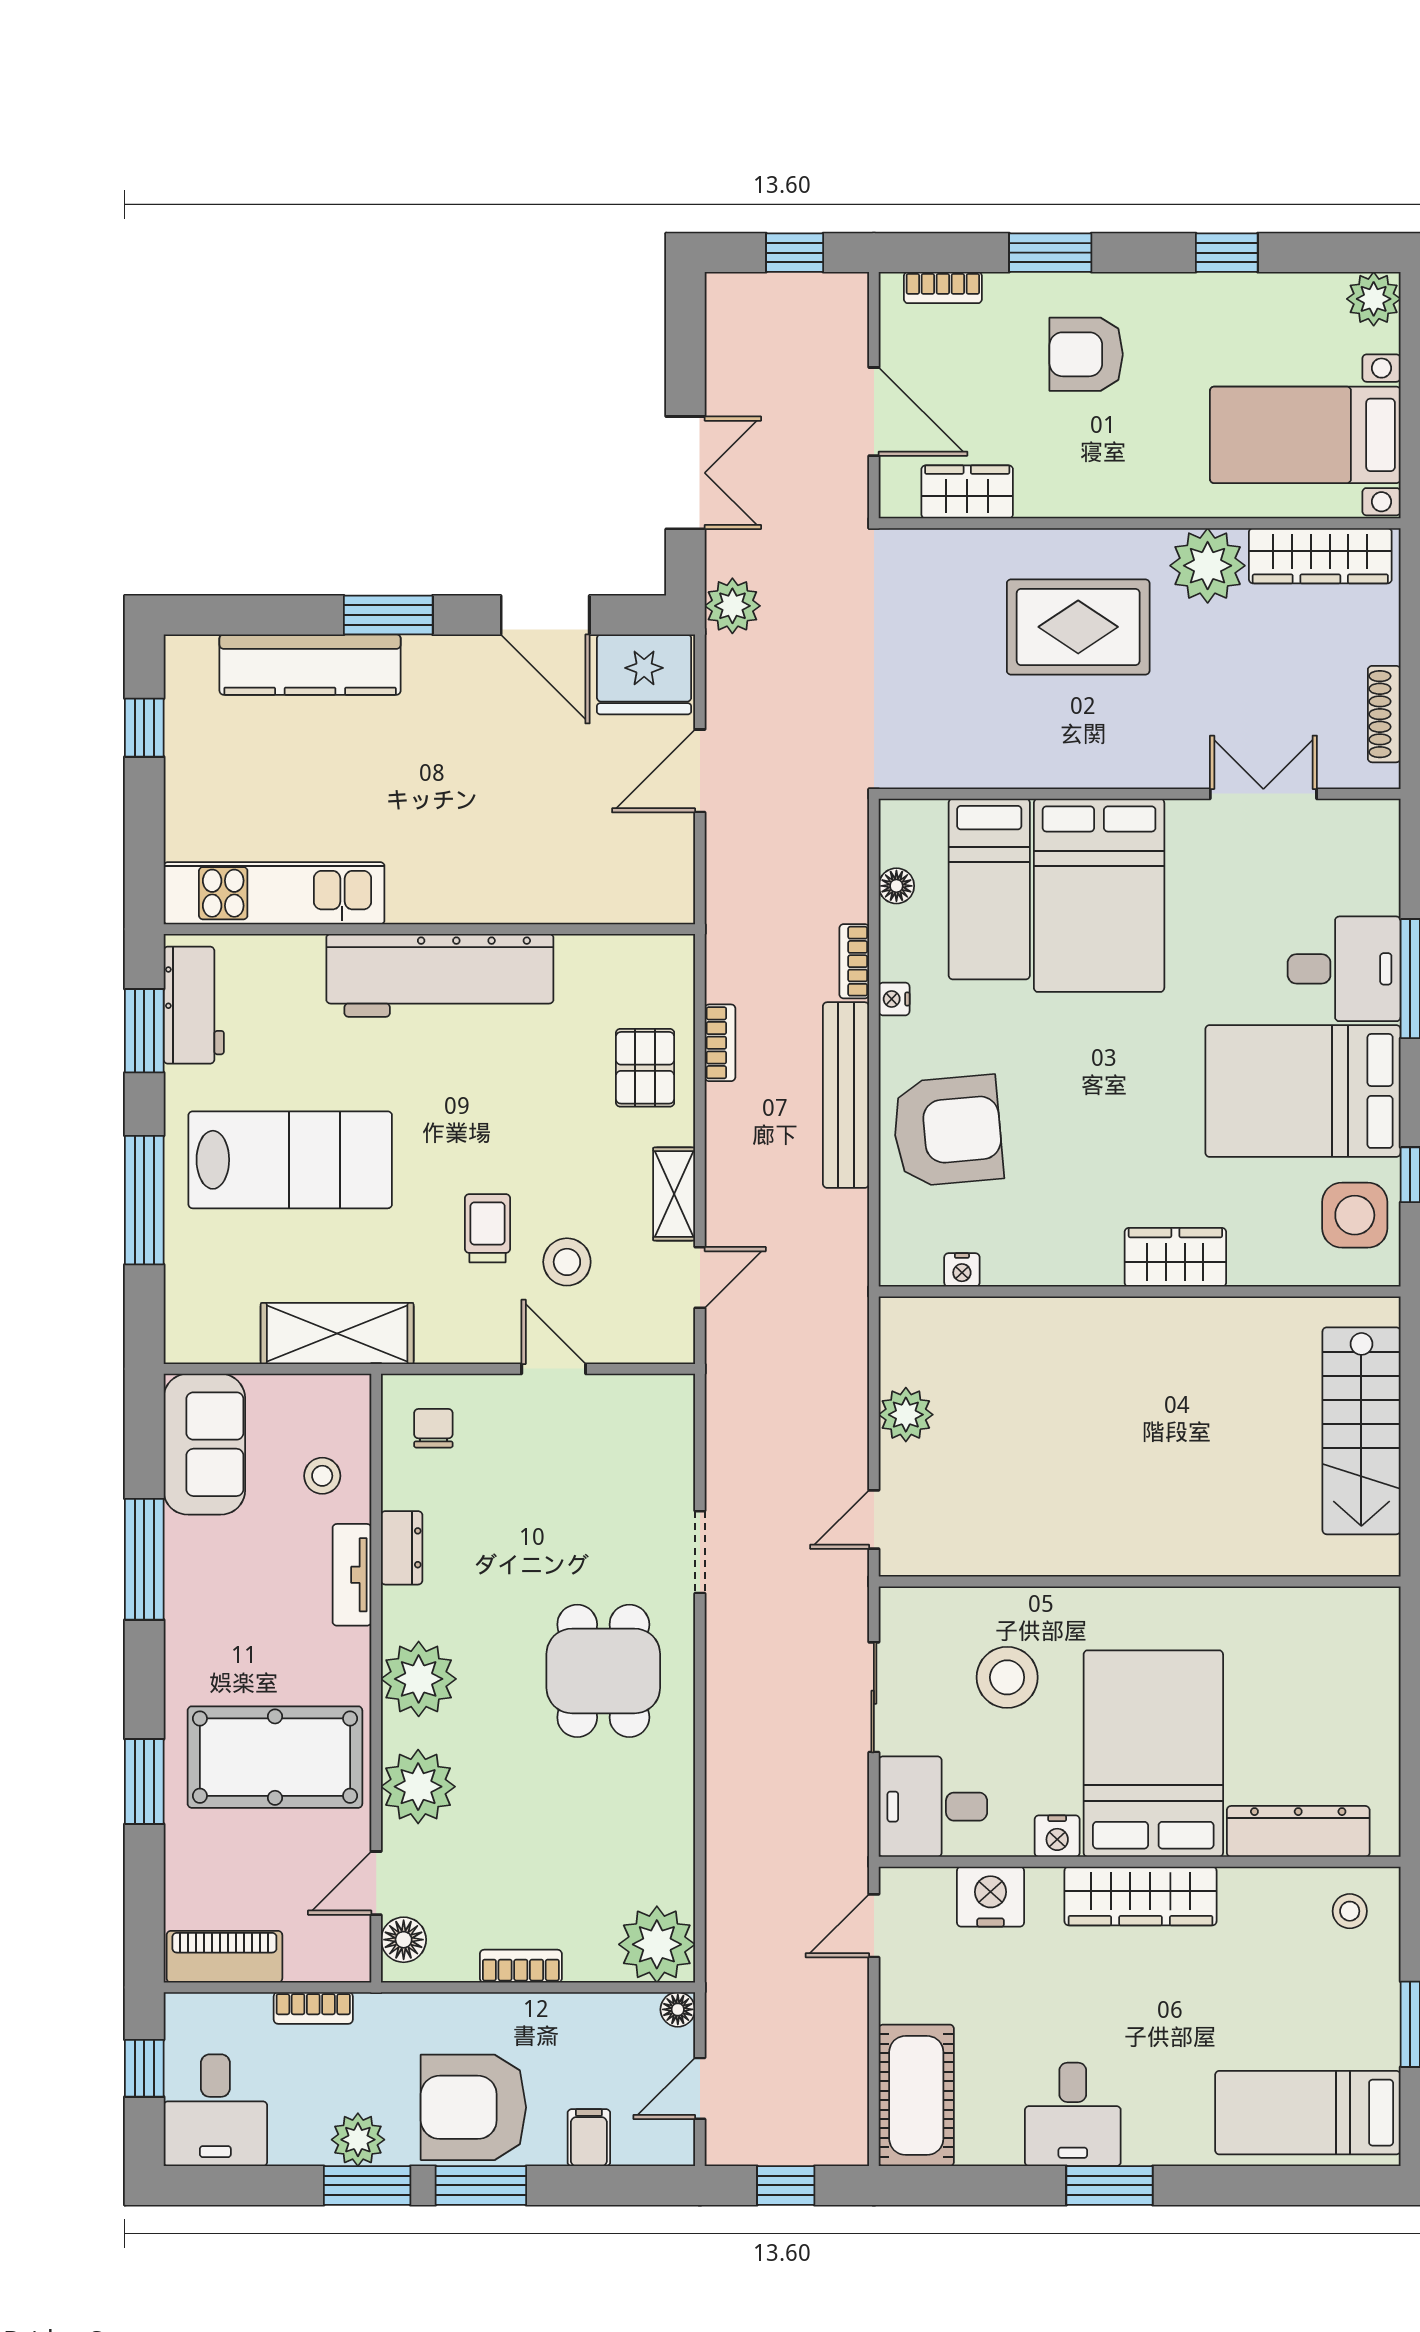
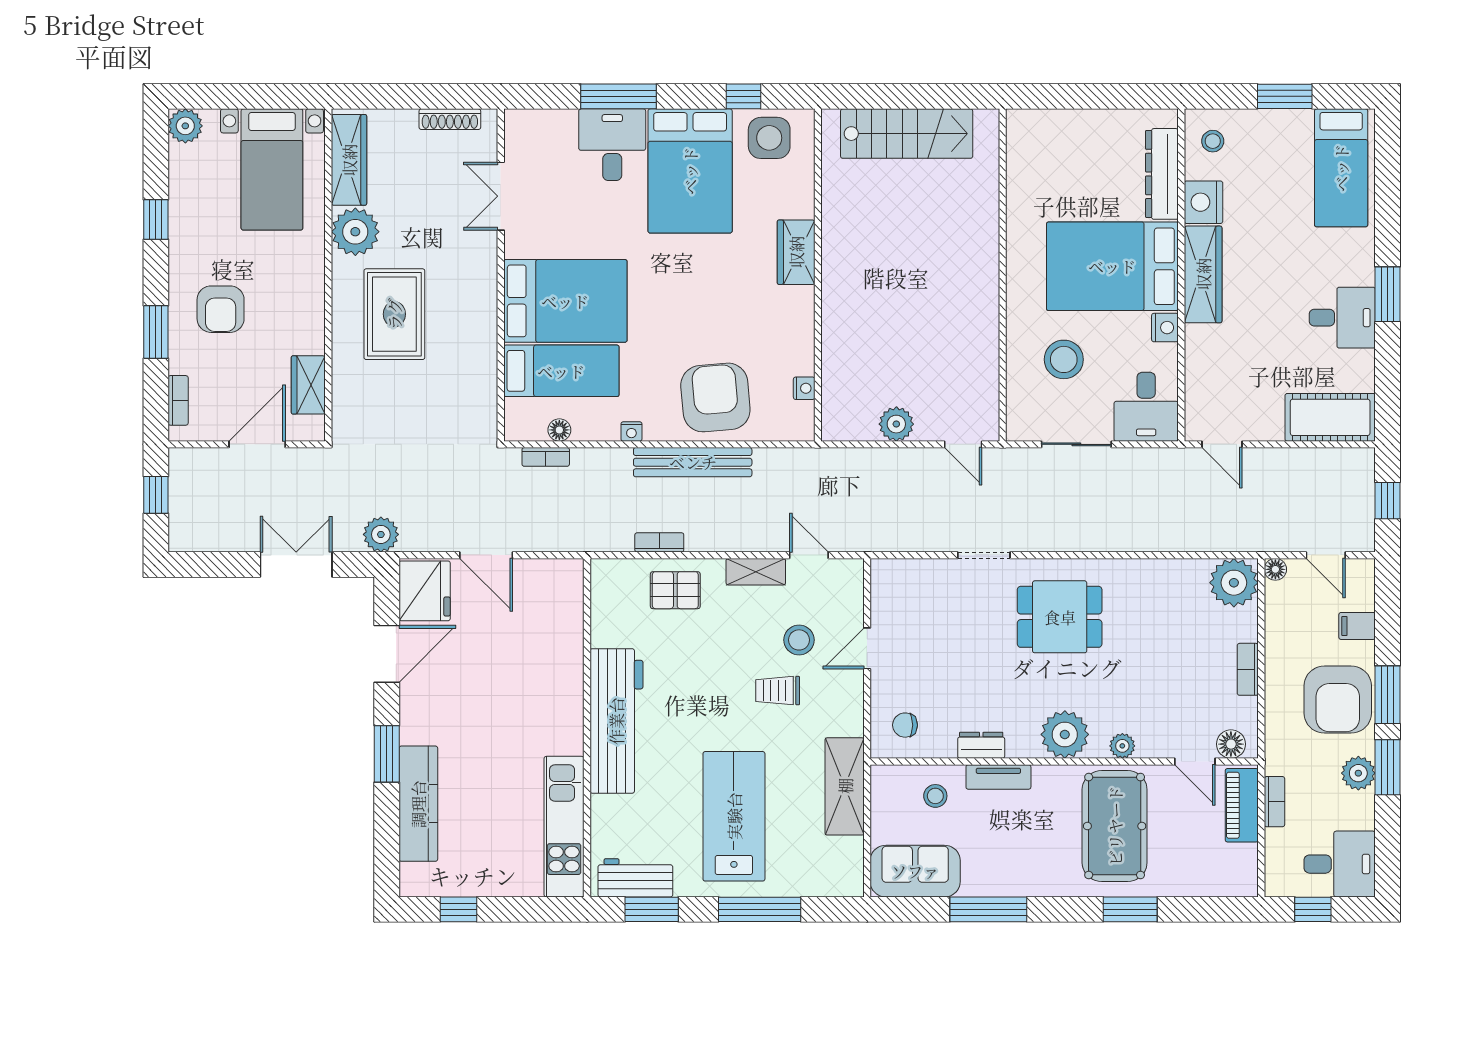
bookcase: (854, 961) -> (546, 457), moved
plant: (418, 1787) -> (1122, 746), width x0.53, depth x0.53
nightstand: (990, 1897) -> (1203, 202), moved
piano: (224, 1957) -> (1242, 805), moved

